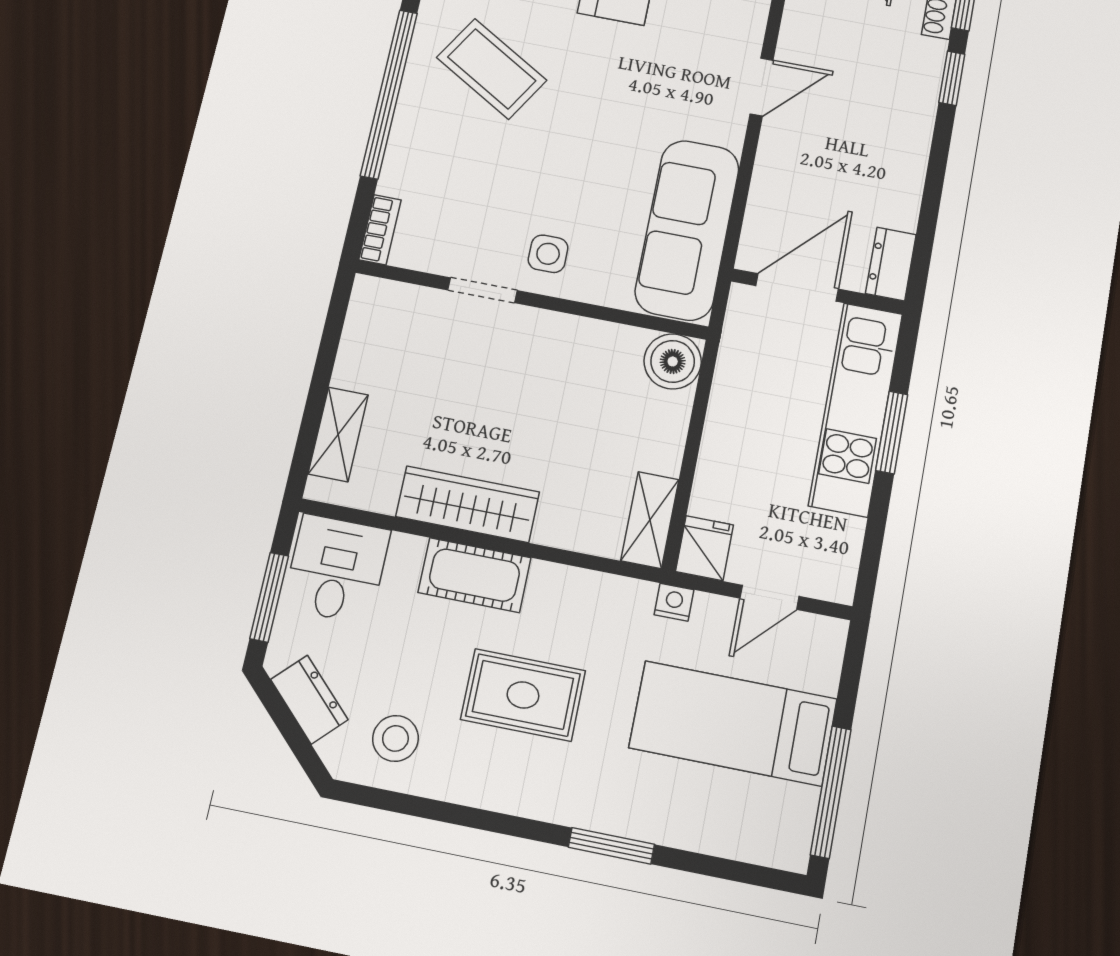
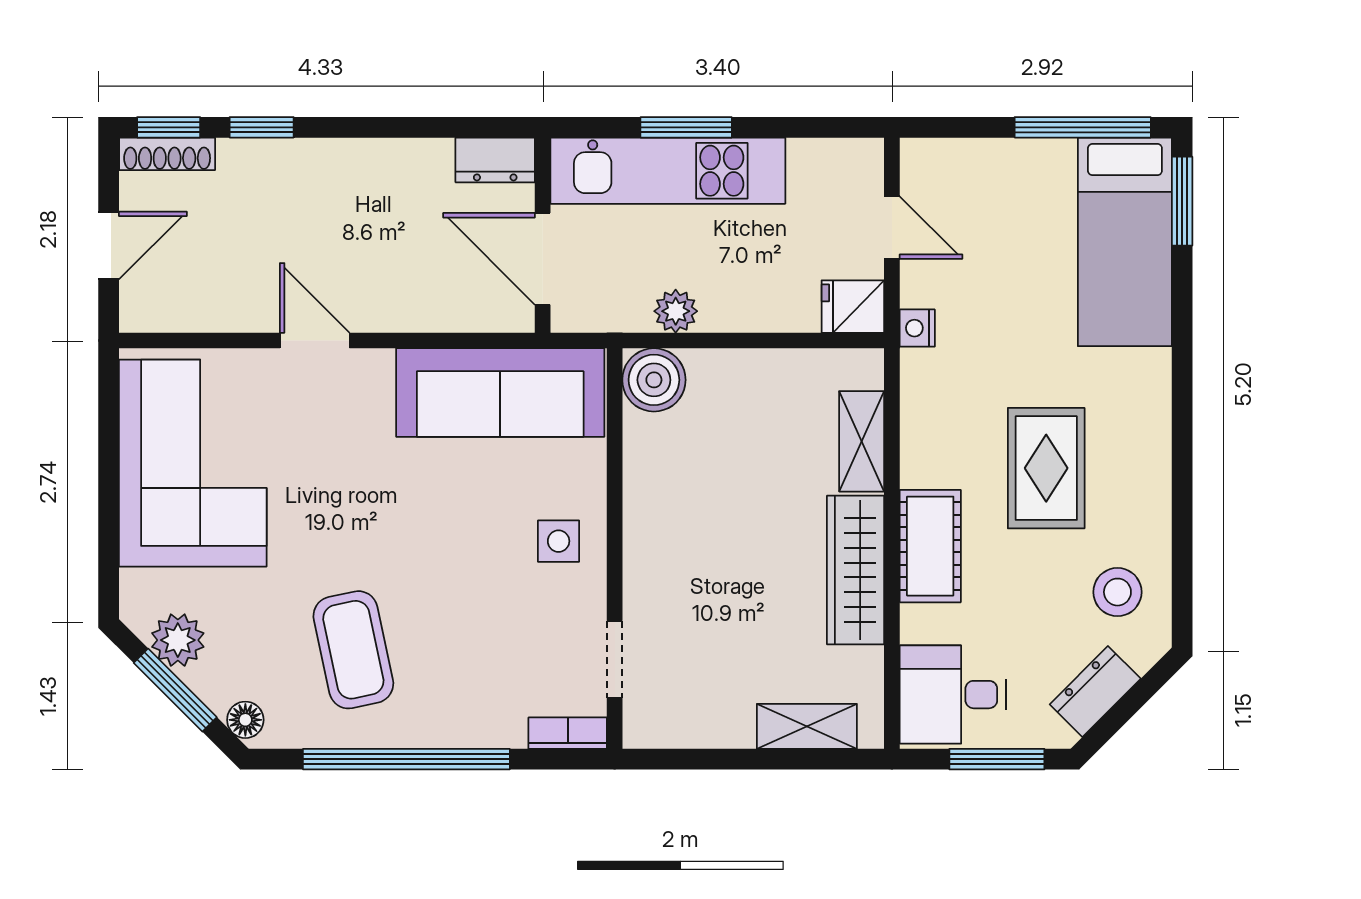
coffee table: (492, 69) -> (353, 650), turned -43
doorway: (482, 290) -> (615, 659), moved
plant: (730, 392) -> (676, 311), added
shelving: (650, 520) -> (862, 441), moved, turned 90
bed: (733, 723) -> (1125, 242), moved
window: (611, 846) -> (1182, 201), moved

